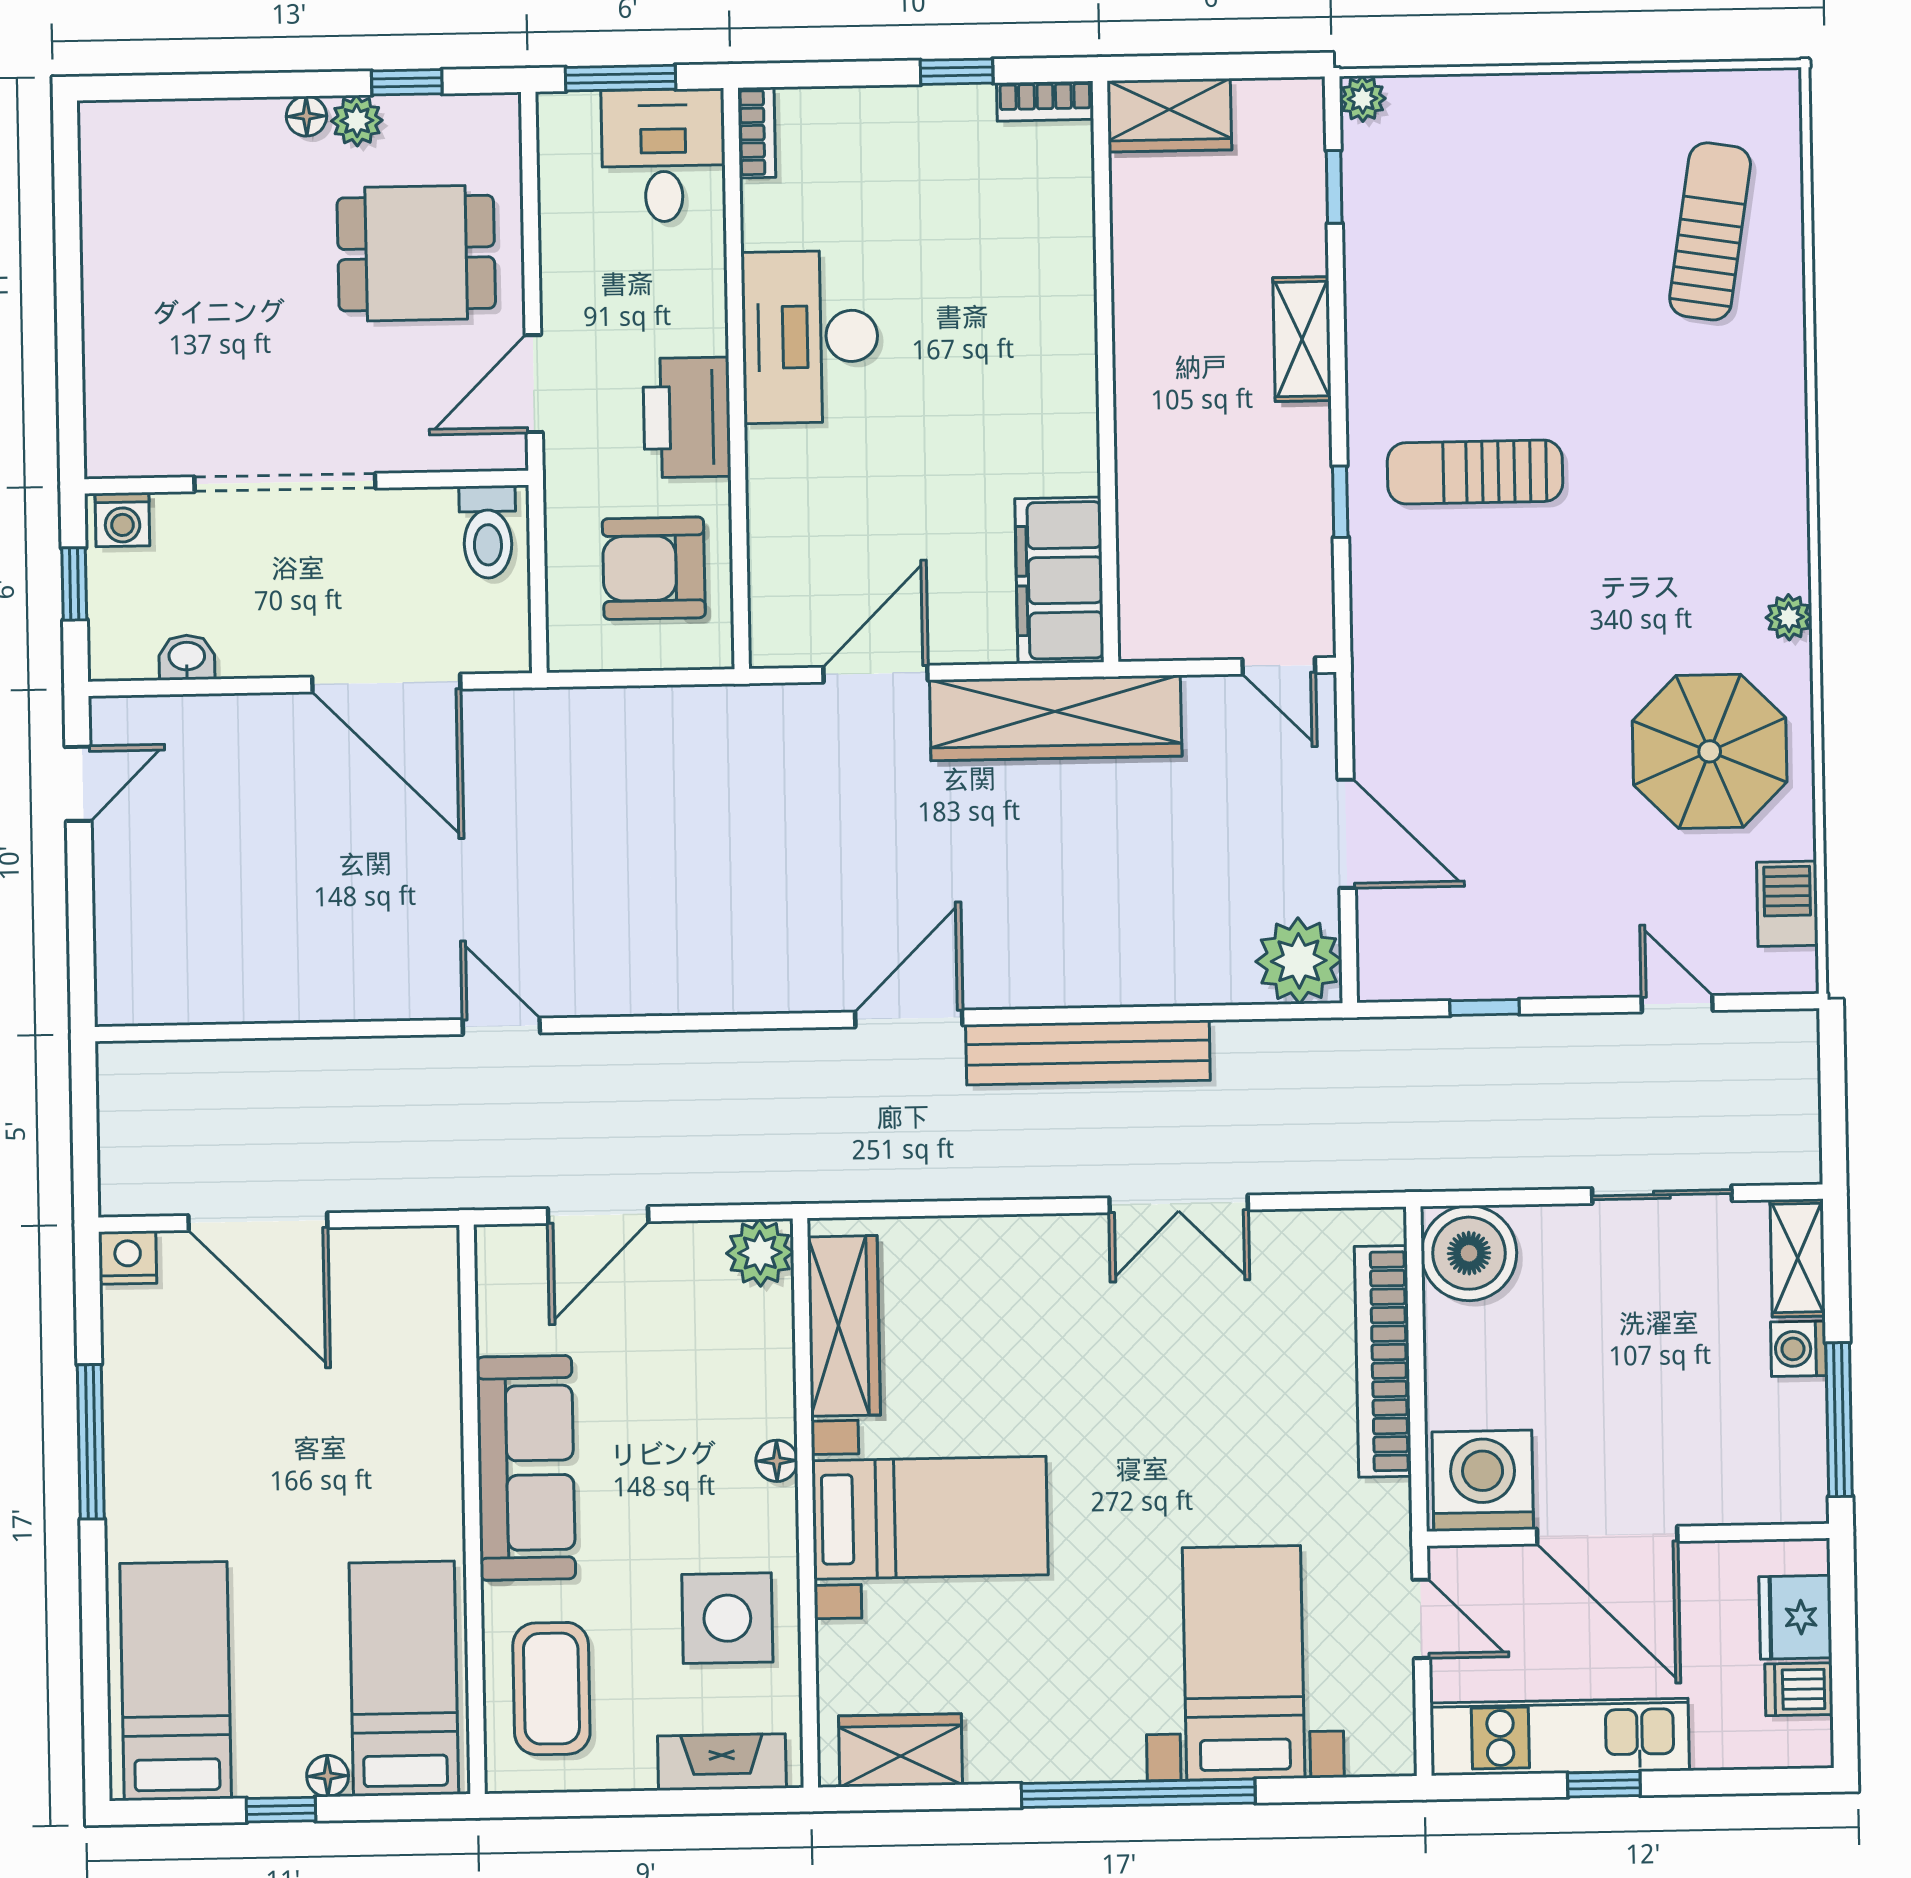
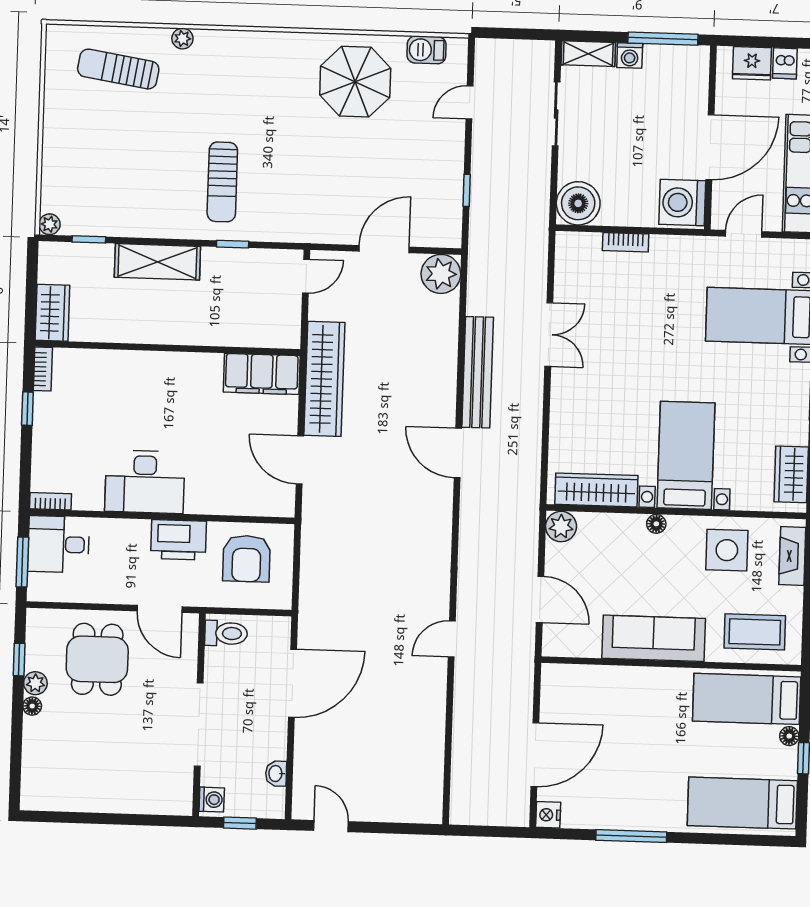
shelving: (1302, 339) -> (157, 262), width x1.50, depth x1.33
plant: (1789, 617) -> (182, 39), moved
bookcase: (1383, 1361) -> (626, 242), width x0.43, depth x0.76

